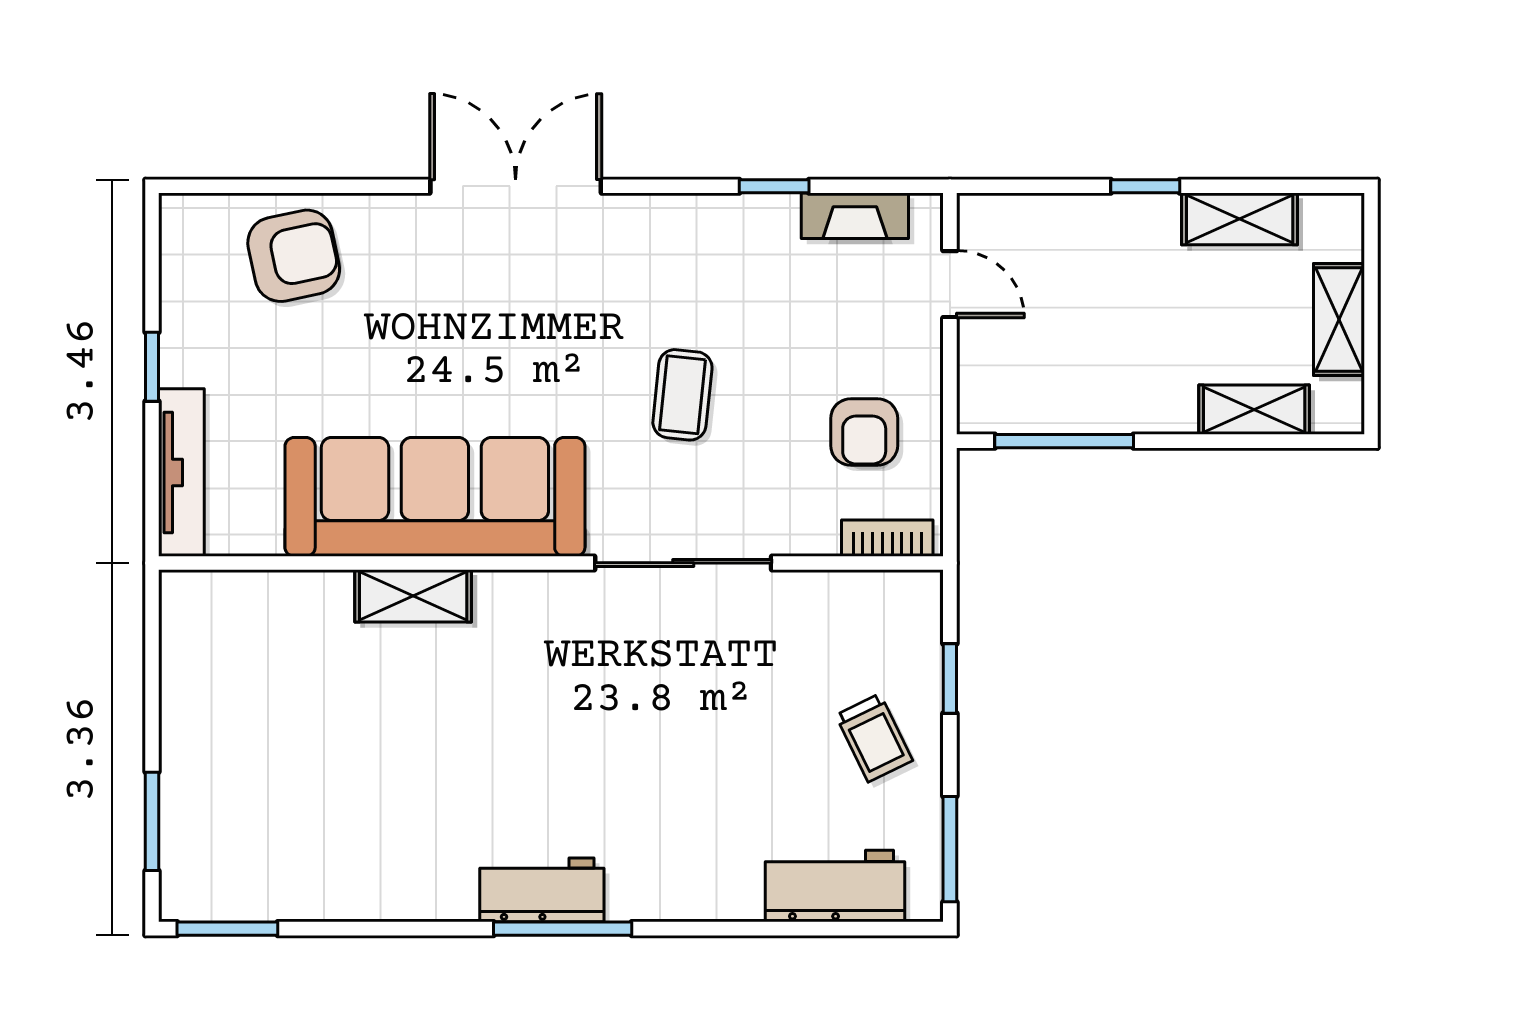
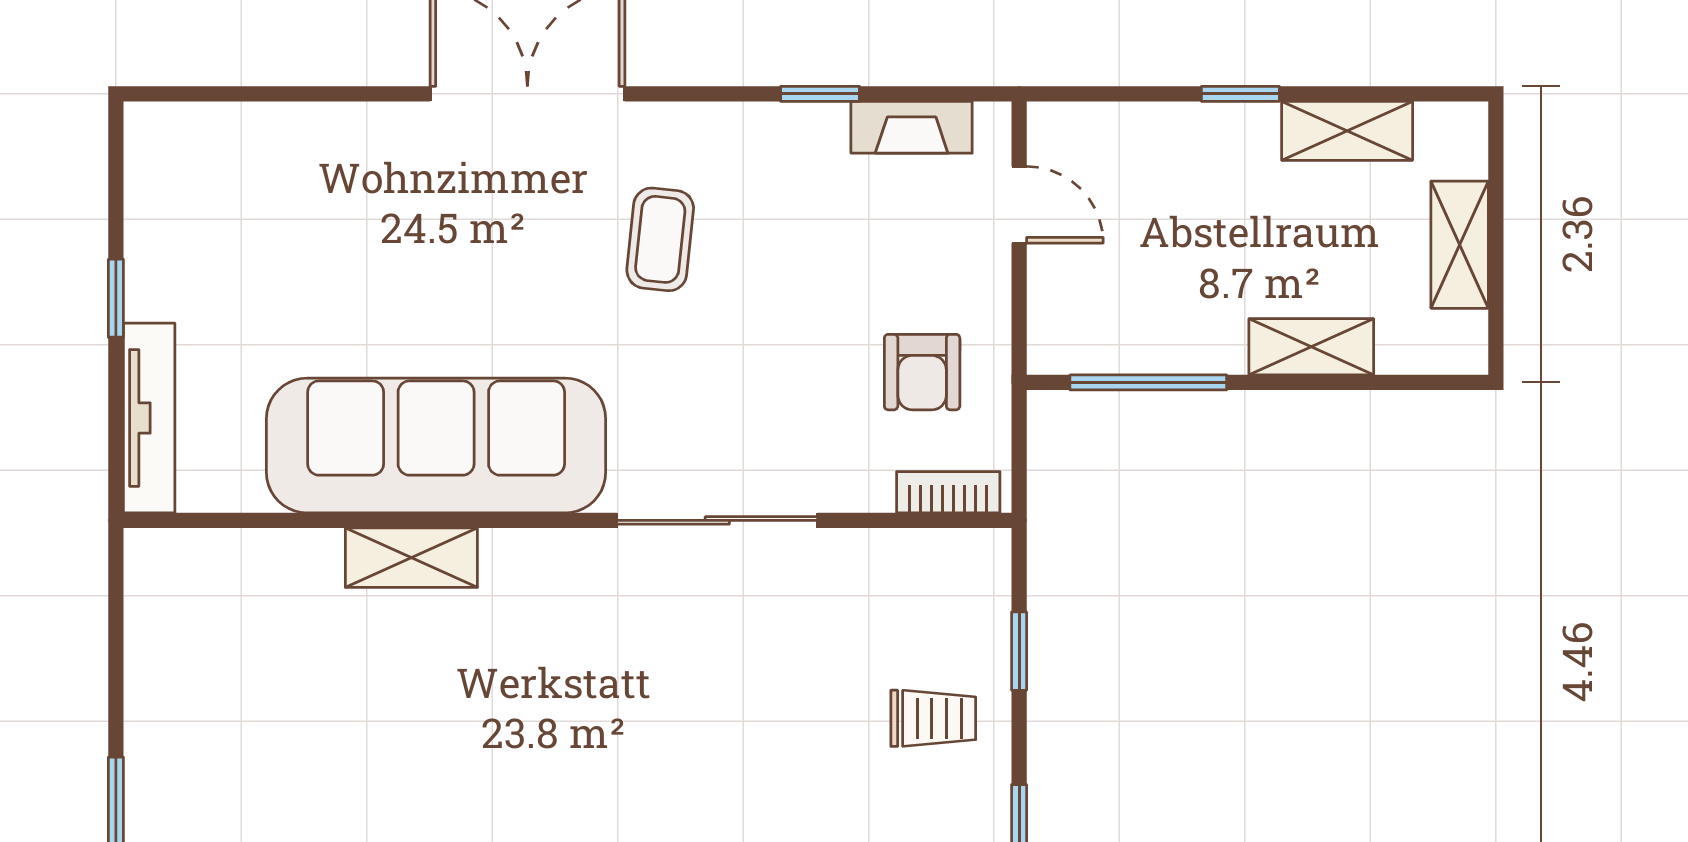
armchair: (294, 256) -> (276, 173), removed
coffee table: (682, 395) -> (660, 239), moved
shelving: (1254, 410) -> (1311, 347), moved
trolley: (874, 738) -> (933, 718), turned -64

